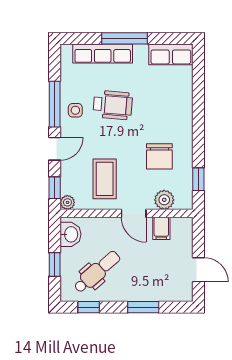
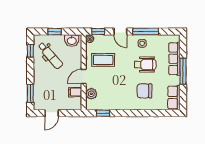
wheelchair: (113, 105) -> (145, 65), turned -95
chair: (159, 156) -> (144, 91), moved
window: (143, 307) -> (30, 93), moved

